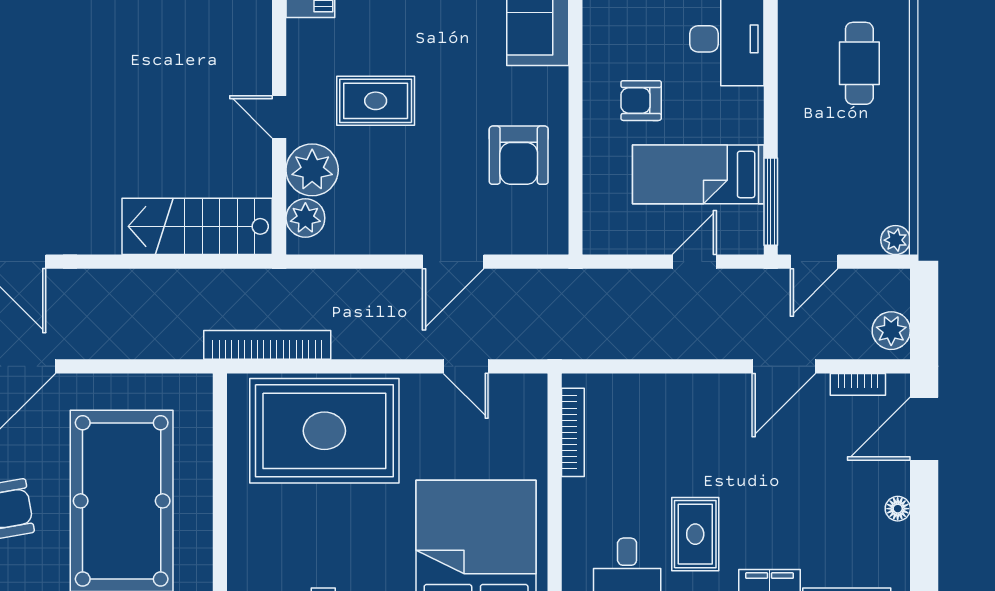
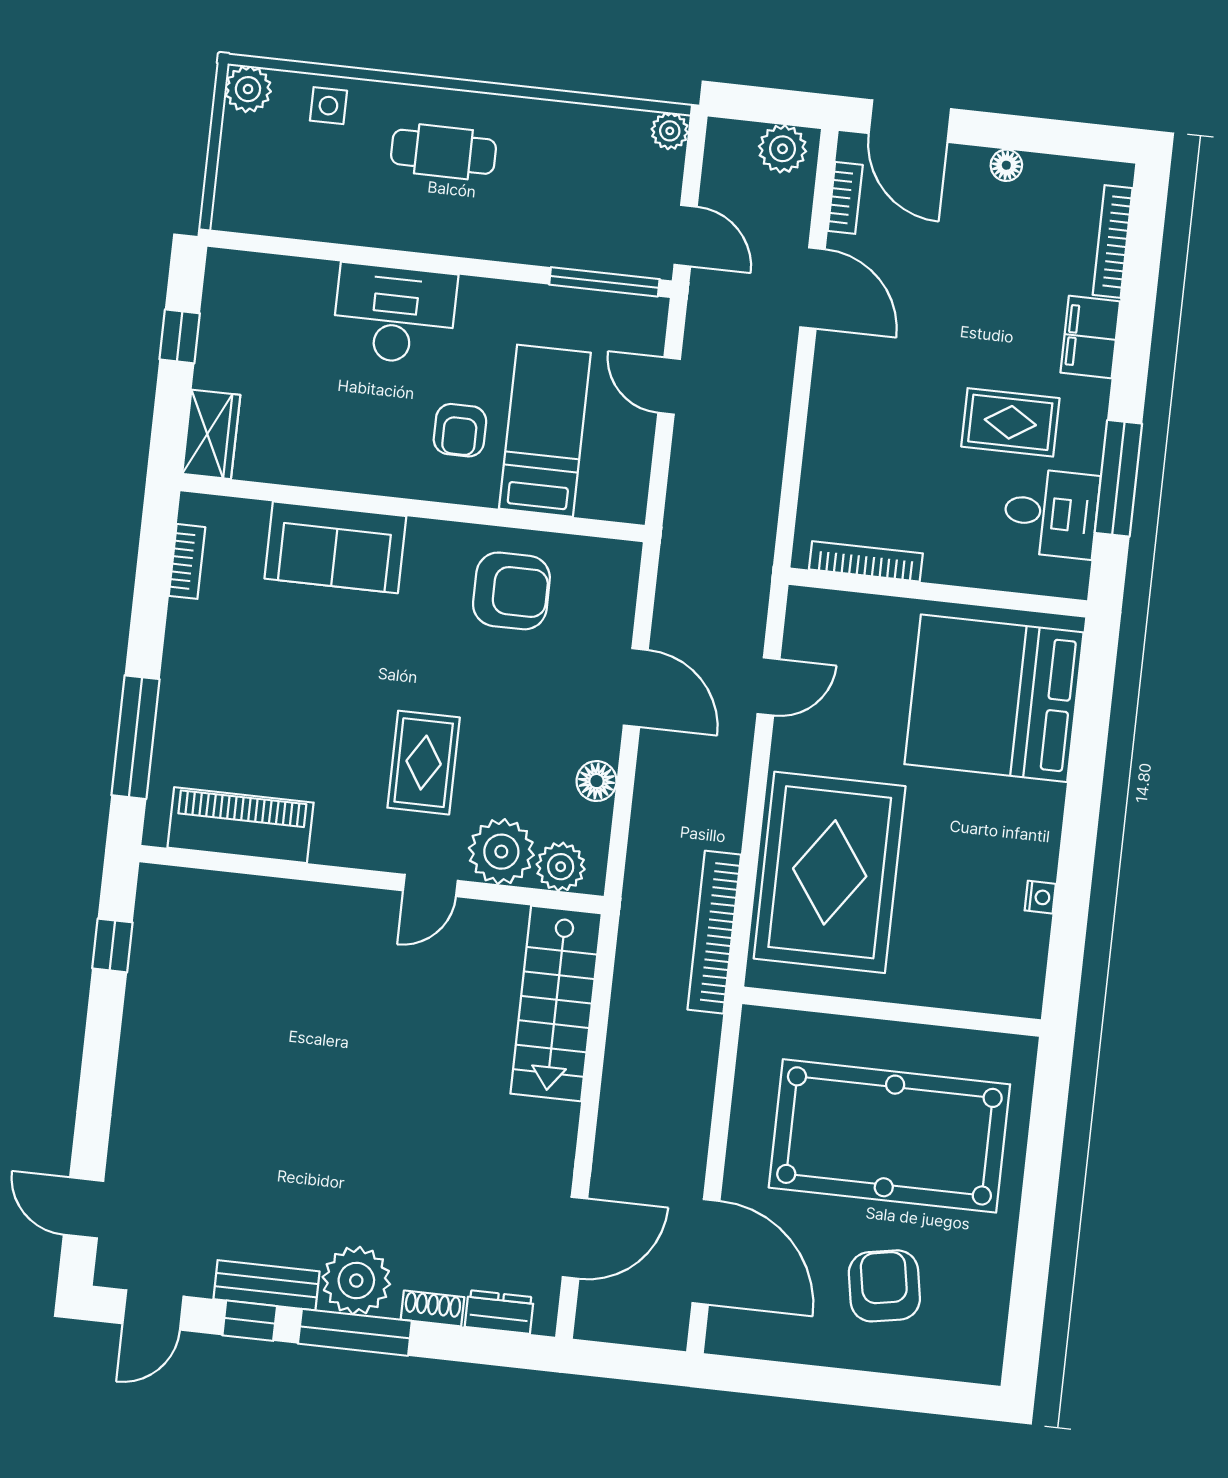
bed: (698, 174) -> (545, 431), moved, turned 180
floor lamp: (376, 239) -> (597, 781), added

